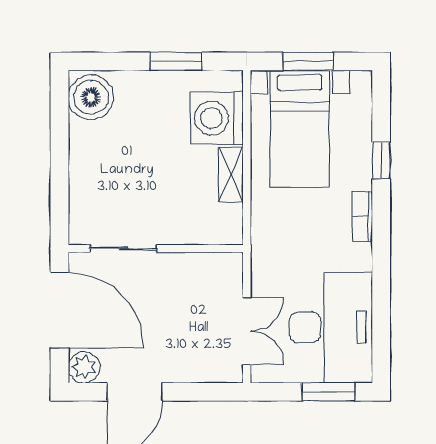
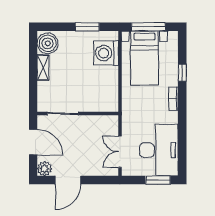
window: (308, 61) -> (148, 27), width x1.44
shelving: (231, 175) -> (43, 68), moved
door: (60, 310) -> (33, 142), width x0.73
double door: (247, 331) -> (120, 152), swing flipped

